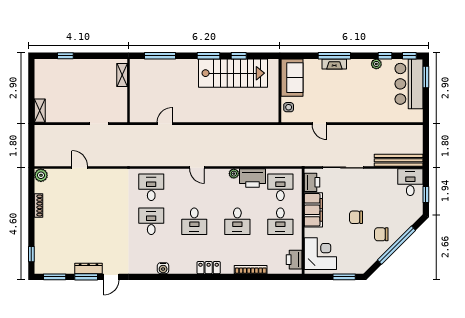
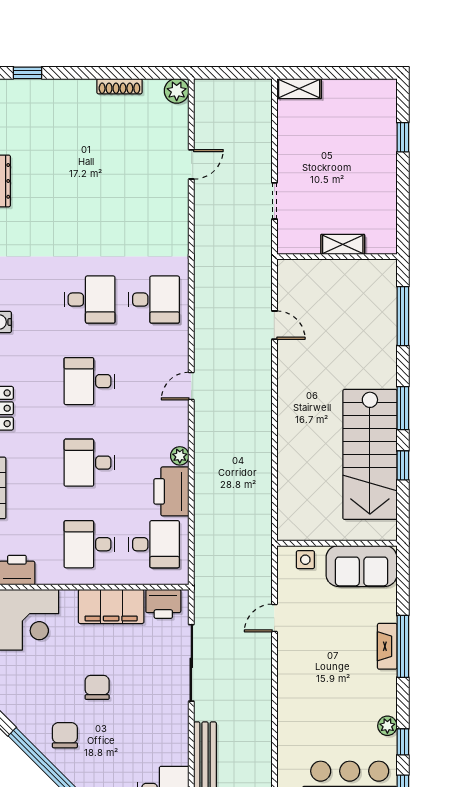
shelving: (122, 75) -> (343, 244), moved

